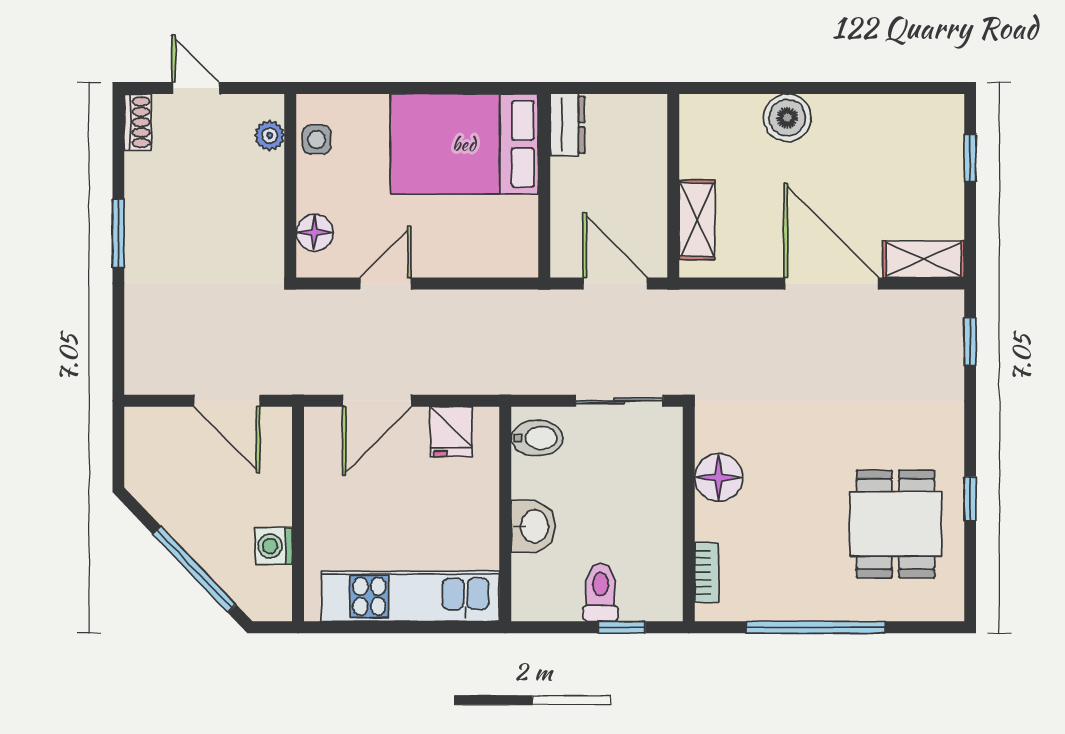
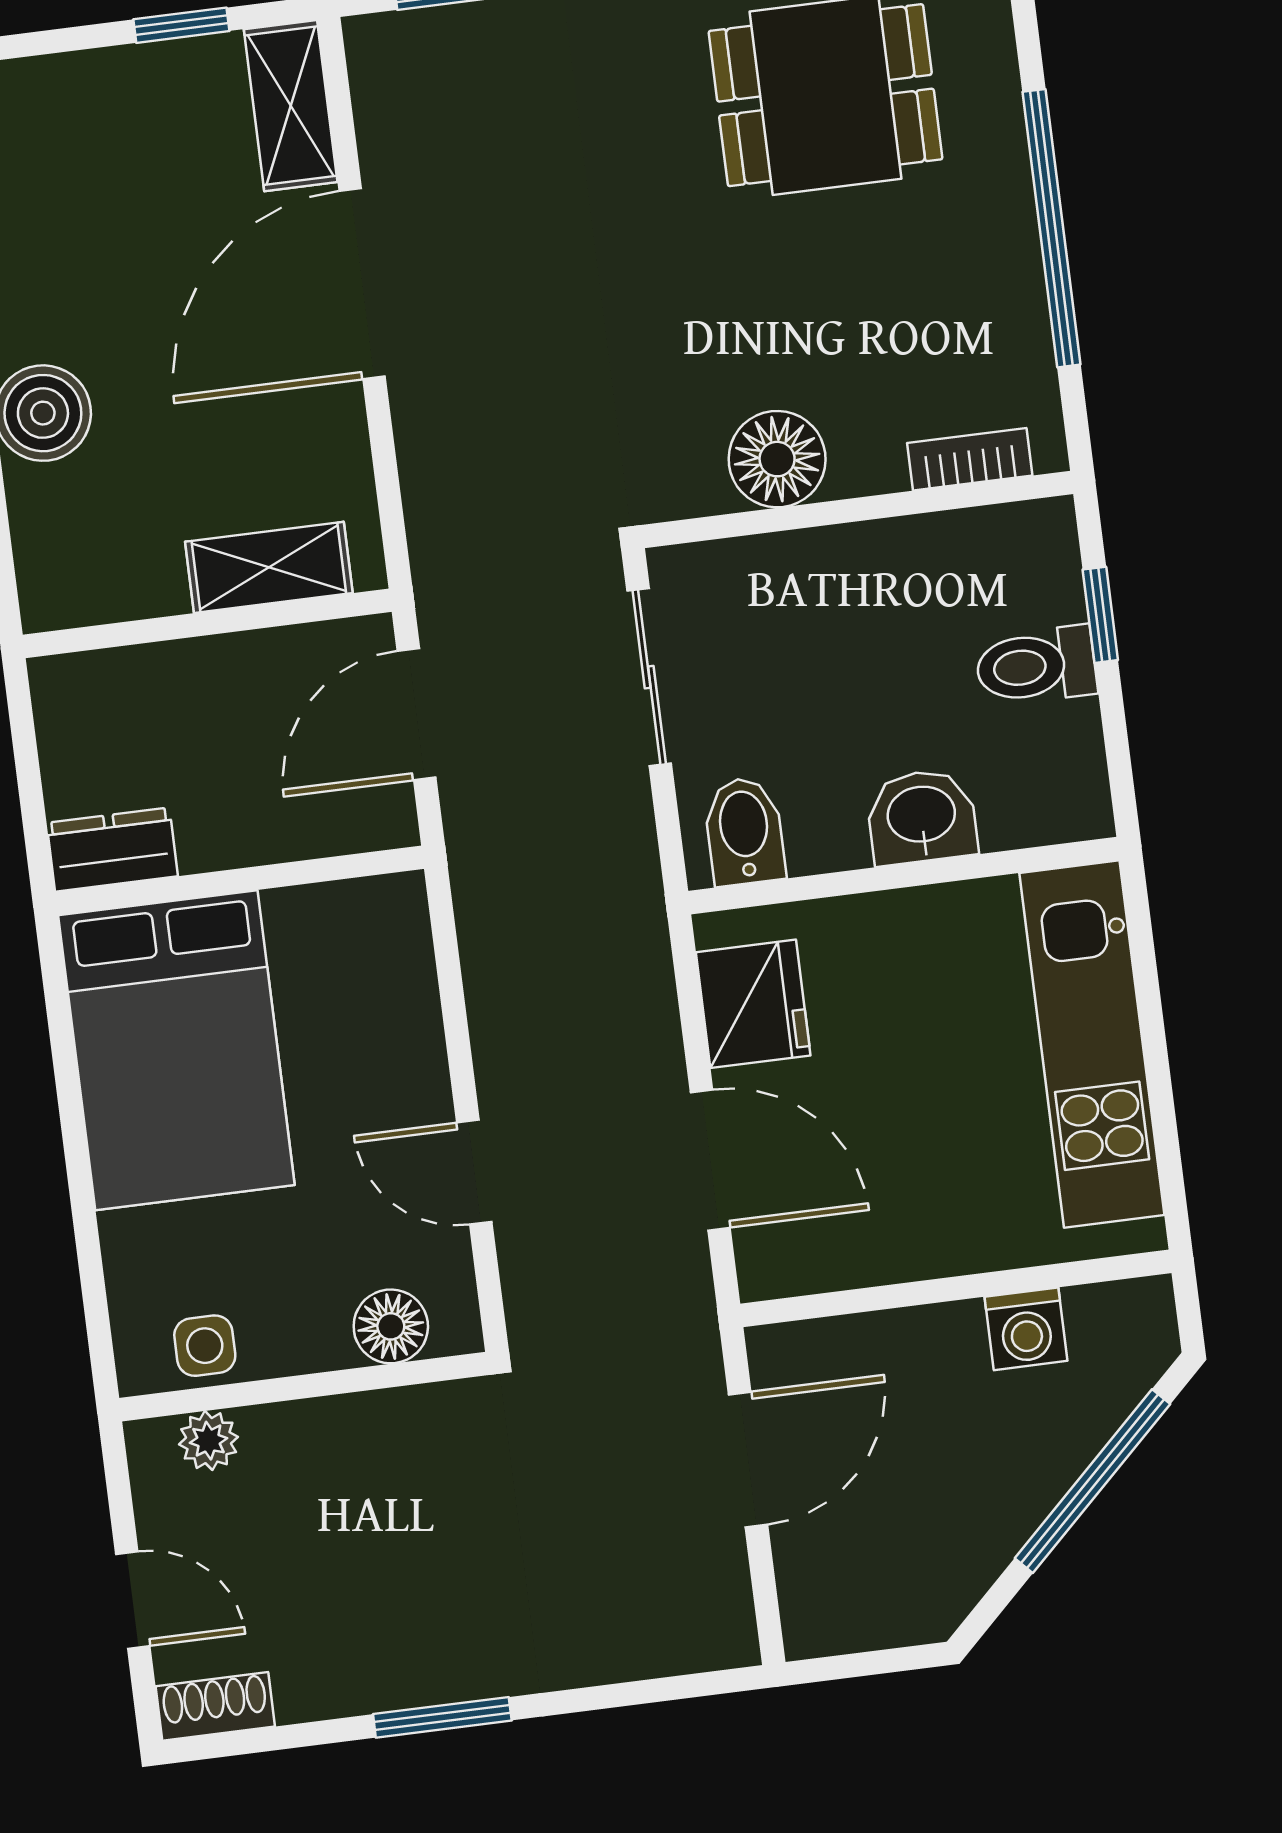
door: (196, 88) -> (133, 1600), swing flipped
window: (970, 158) -> (181, 25), moved
fridge: (451, 432) -> (753, 1004), width x1.38

